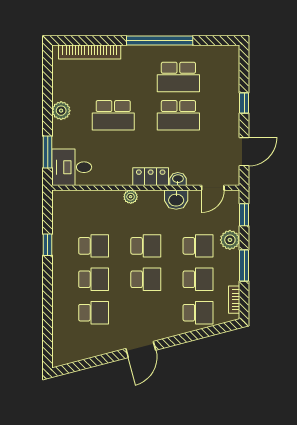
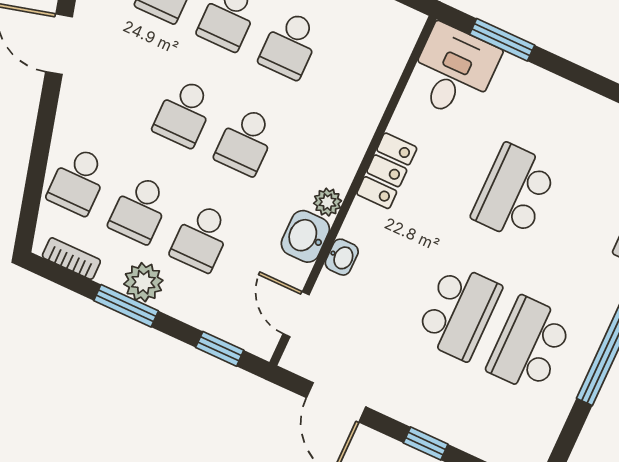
plant: (61, 111) -> (567, 100), removed
school desk: (178, 115) -> (459, 312), turned 180
locker: (151, 177) -> (387, 171), moved
plant: (131, 197) -> (328, 202), moved
plant: (230, 240) -> (143, 282), moved

